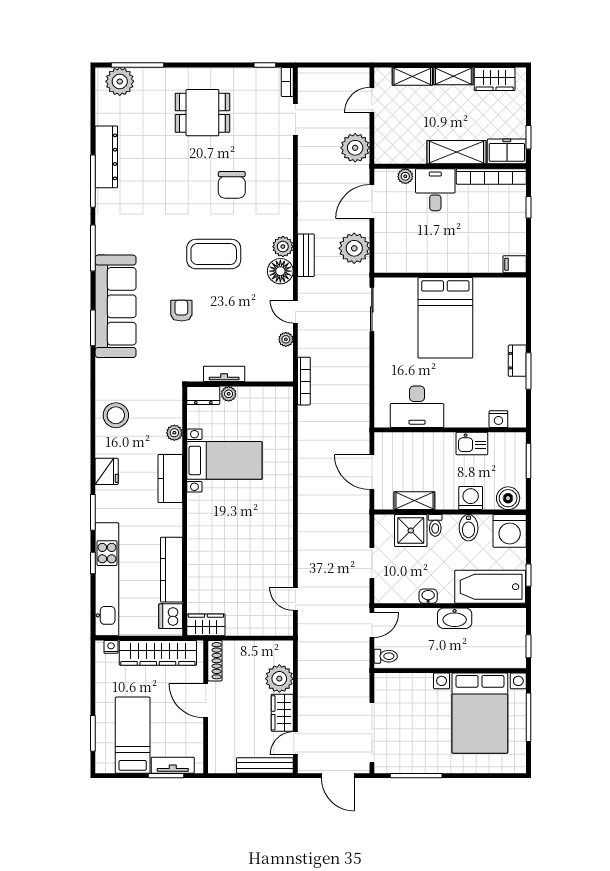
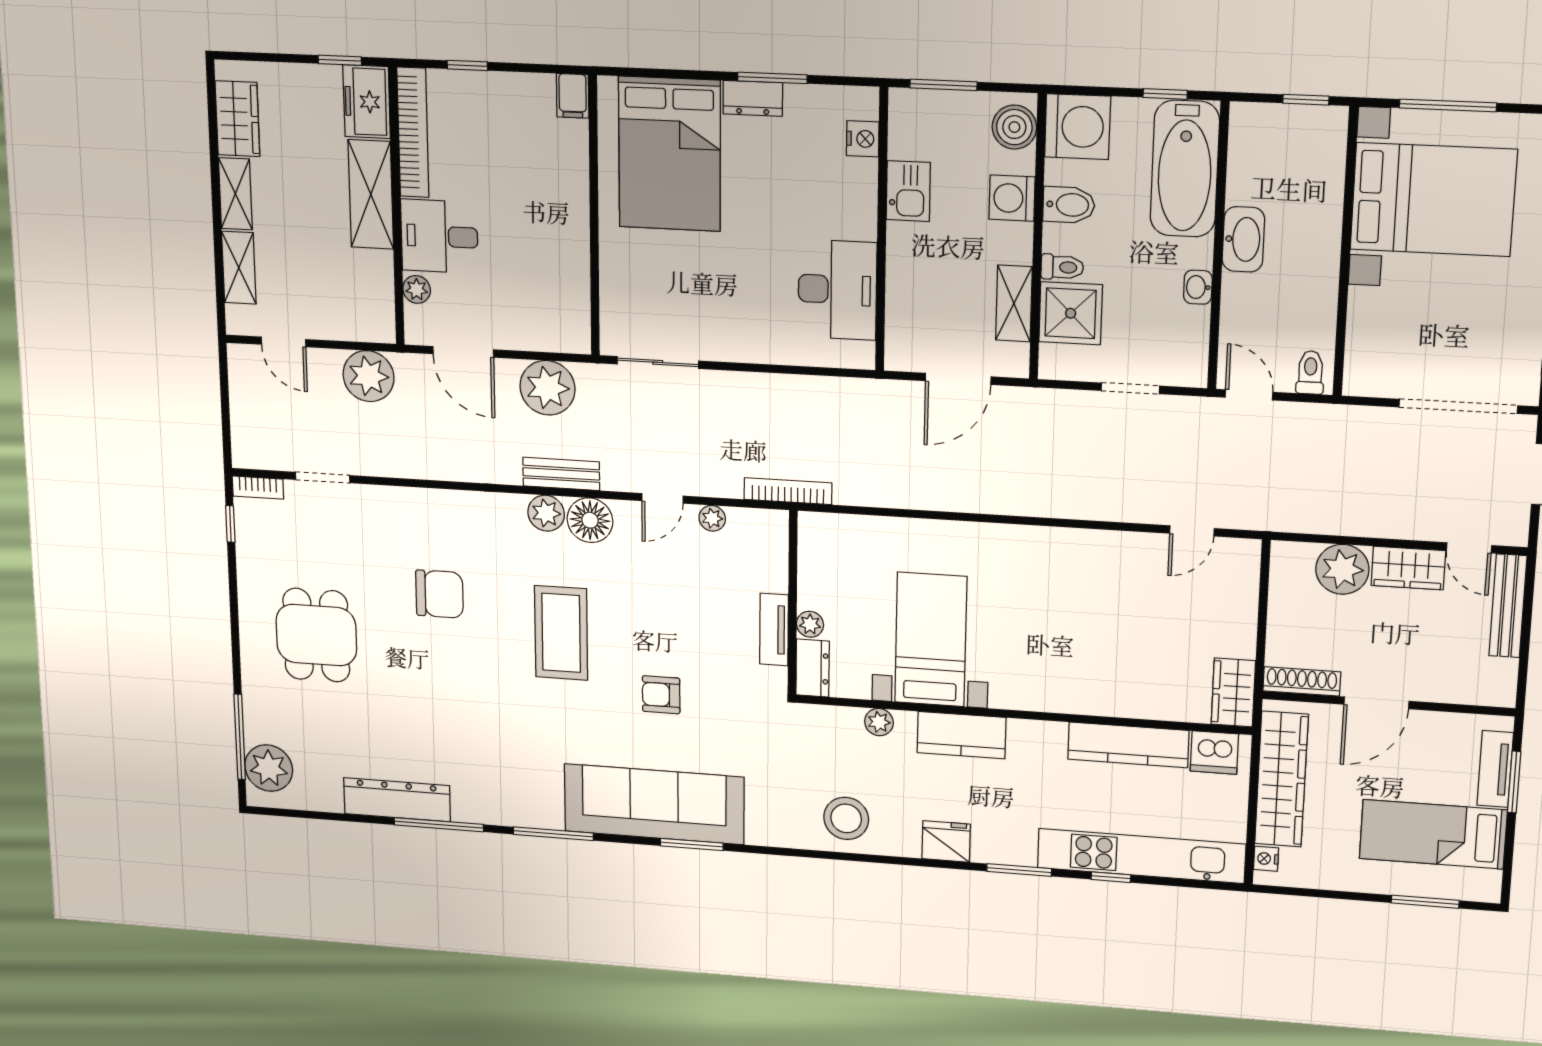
bed: (445, 318) -> (669, 154), moved, turned 90

